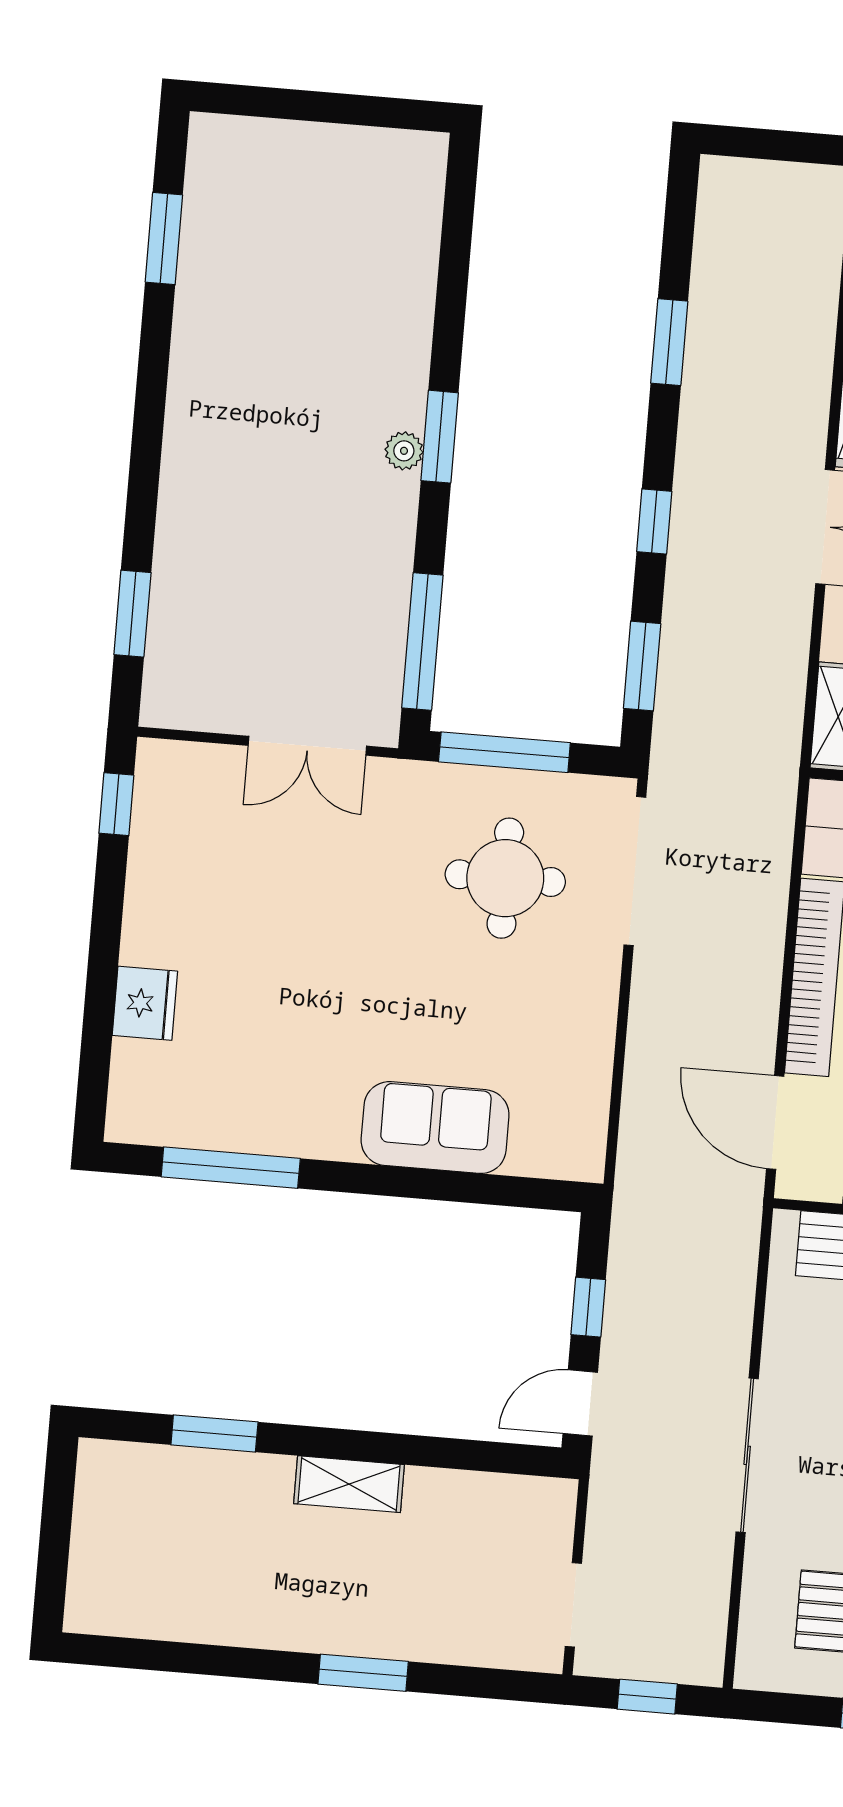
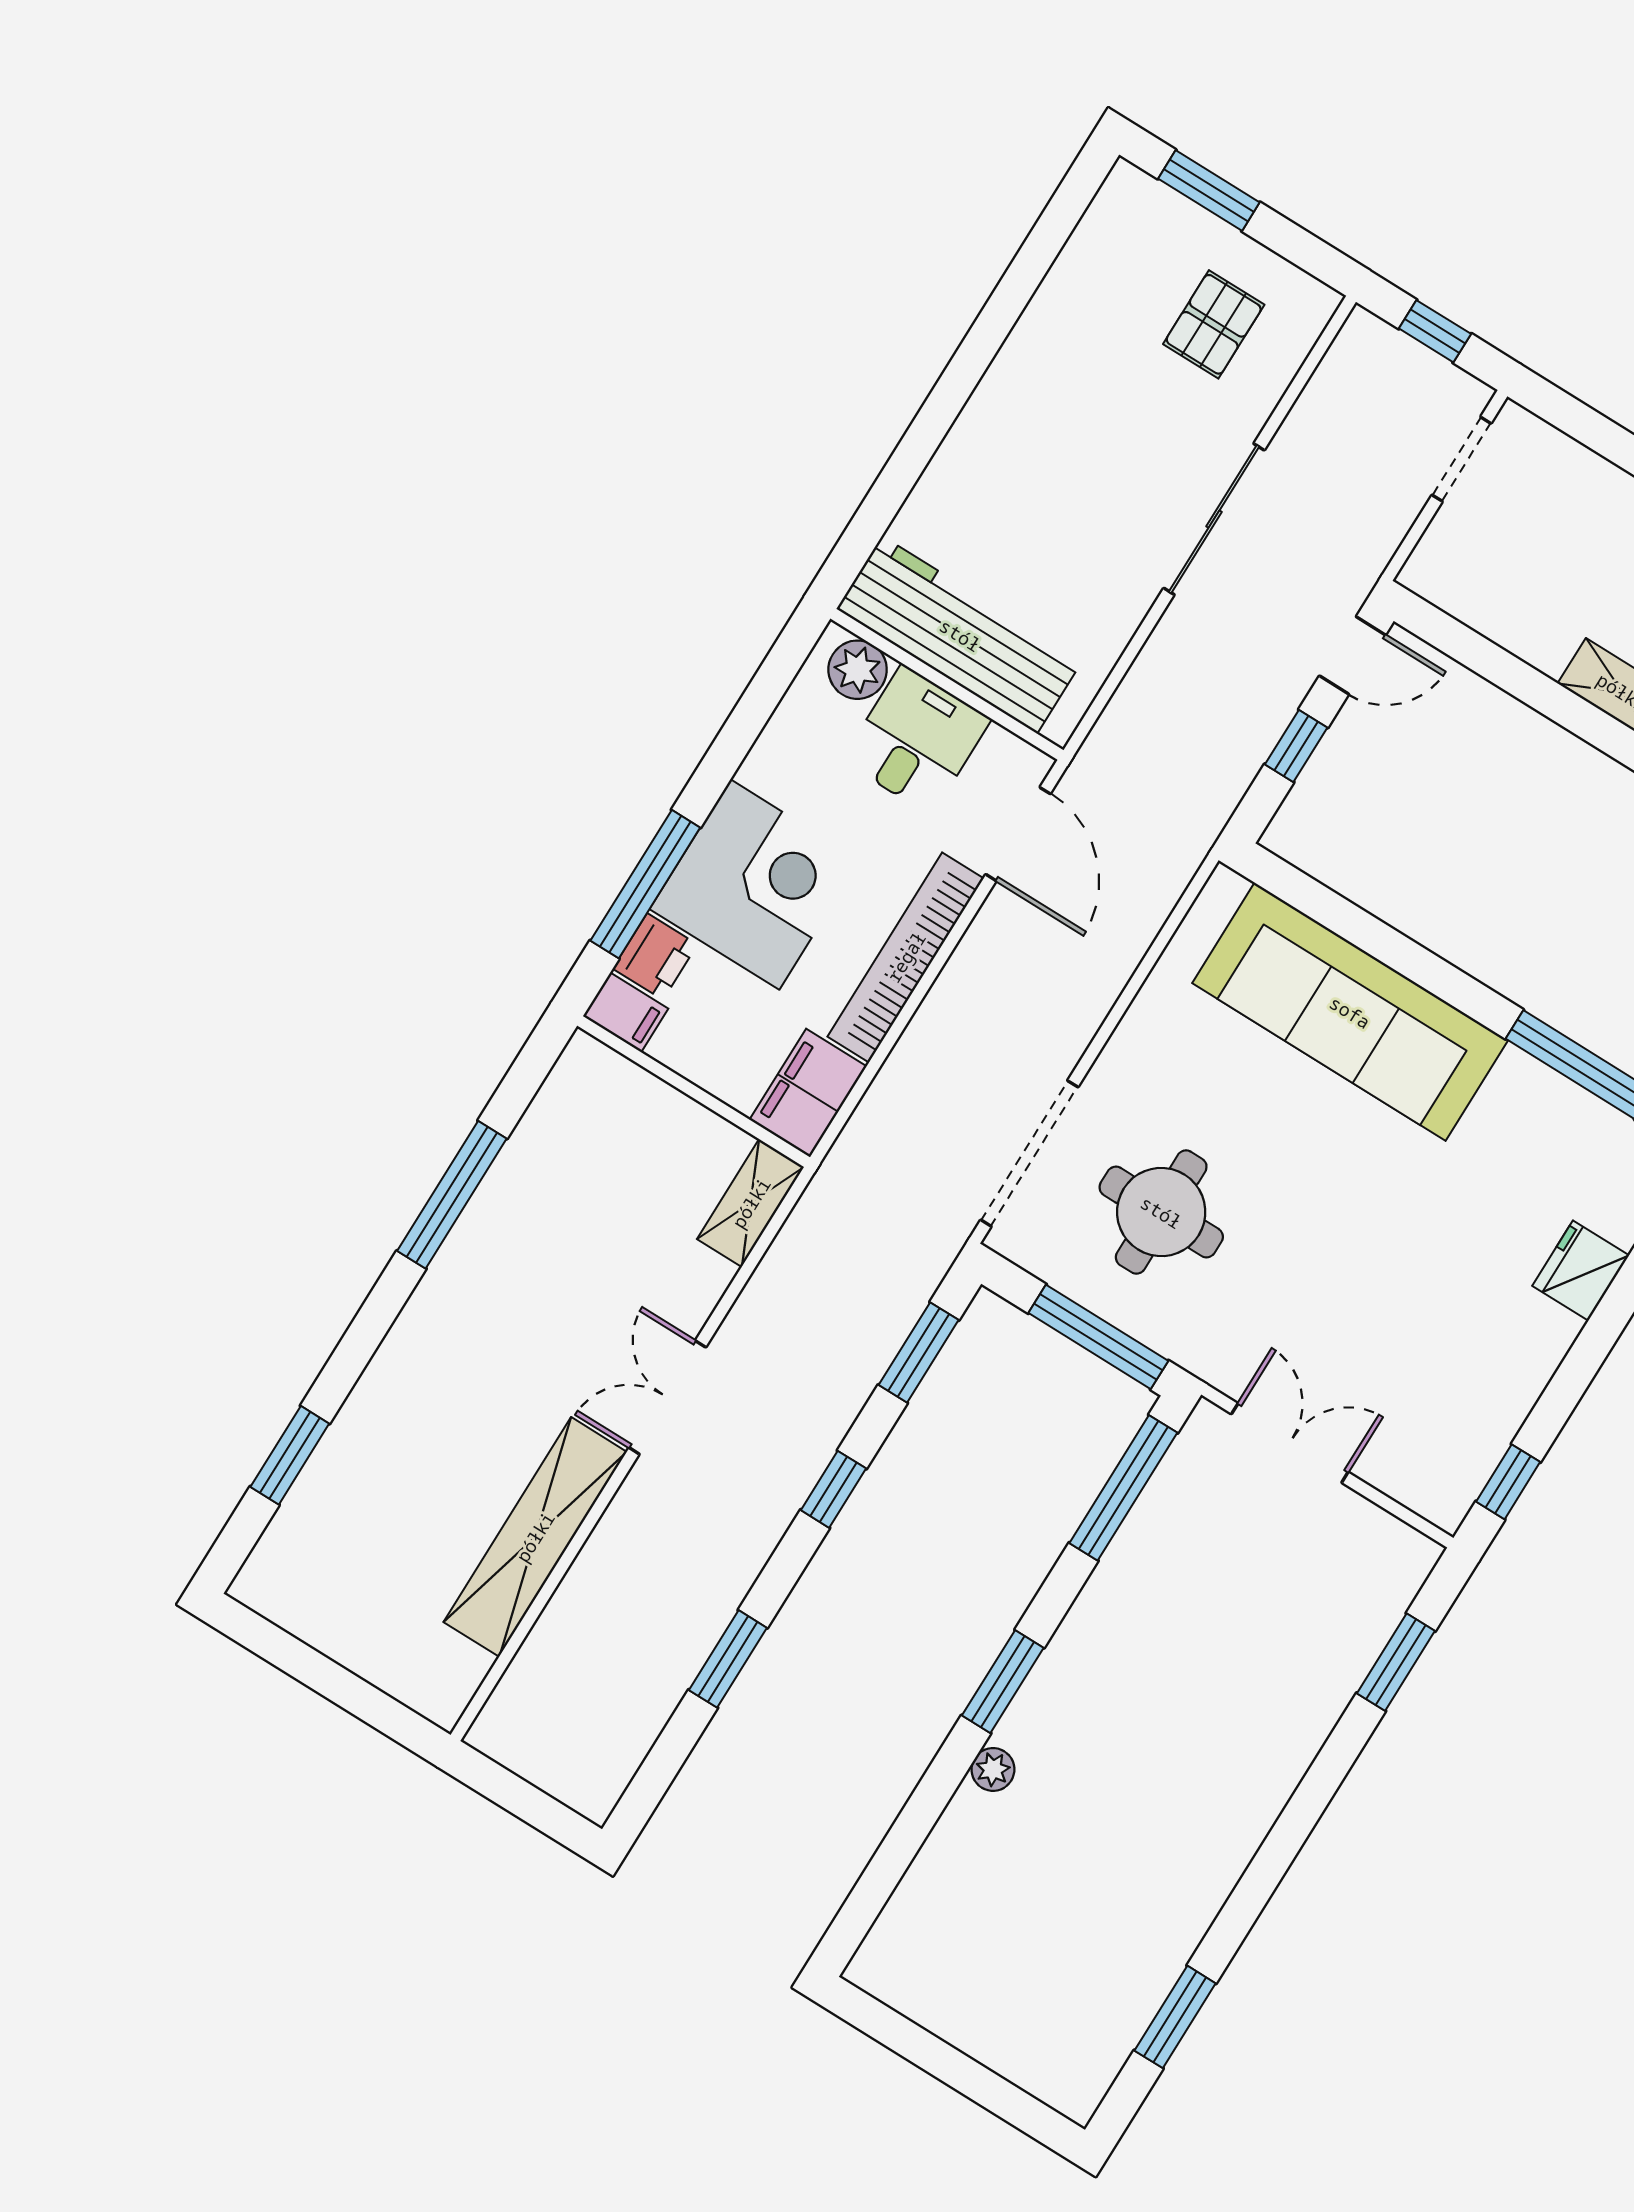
plant: (404, 451) -> (993, 1769), moved
sofa: (435, 1128) -> (1350, 1012), width x1.85, depth x1.27

